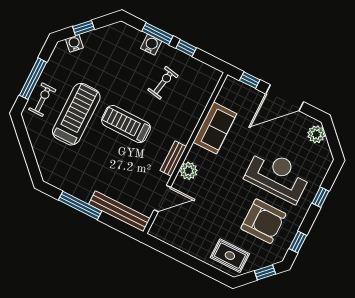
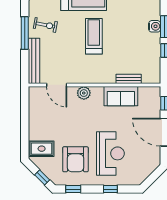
exercise bike: (163, 83) -> (45, 25), moved
plant: (316, 134) -> (151, 165), removed
bench: (173, 159) -> (129, 79), moved
rug: (230, 256) -> (42, 149), turned 90

